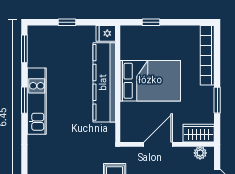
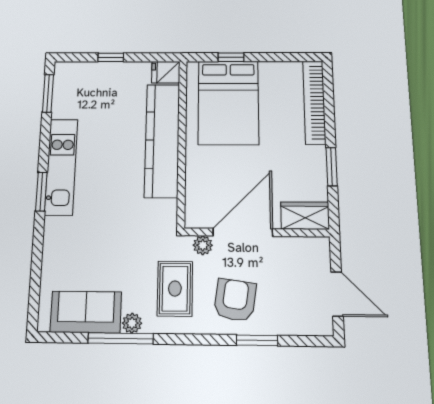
bed: (150, 81) -> (228, 102), moved, turned 90
window: (24, 100) -> (41, 192), moved
door: (158, 144) -> (243, 232), width x1.36
plant: (200, 153) -> (203, 245), moved

